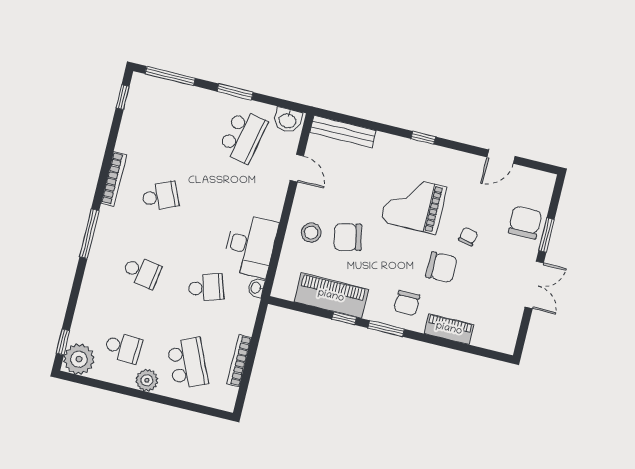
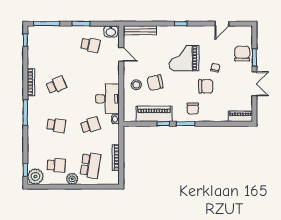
school desk: (243, 136) -> (90, 45), width x0.54
piano: (449, 329) -> (240, 116), moved
school desk: (188, 363) -> (90, 165), turned 33

